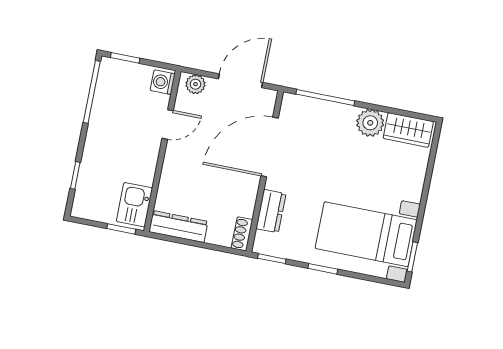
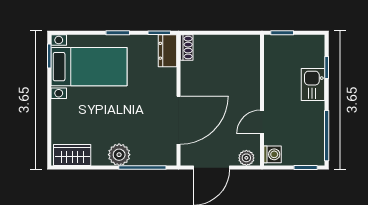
plant: (370, 123) -> (119, 155), moved
kitchen sink: (134, 205) -> (313, 85), moved, turned 180
dresser: (271, 211) -> (167, 51), moved
dresser: (178, 227) -> (238, 43), removed

